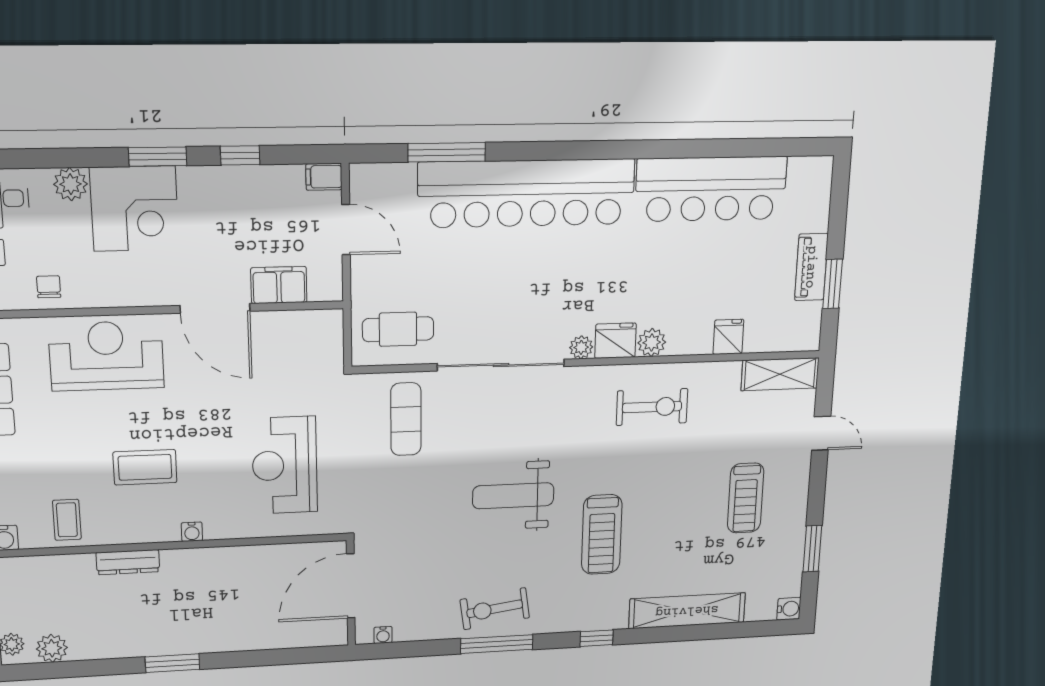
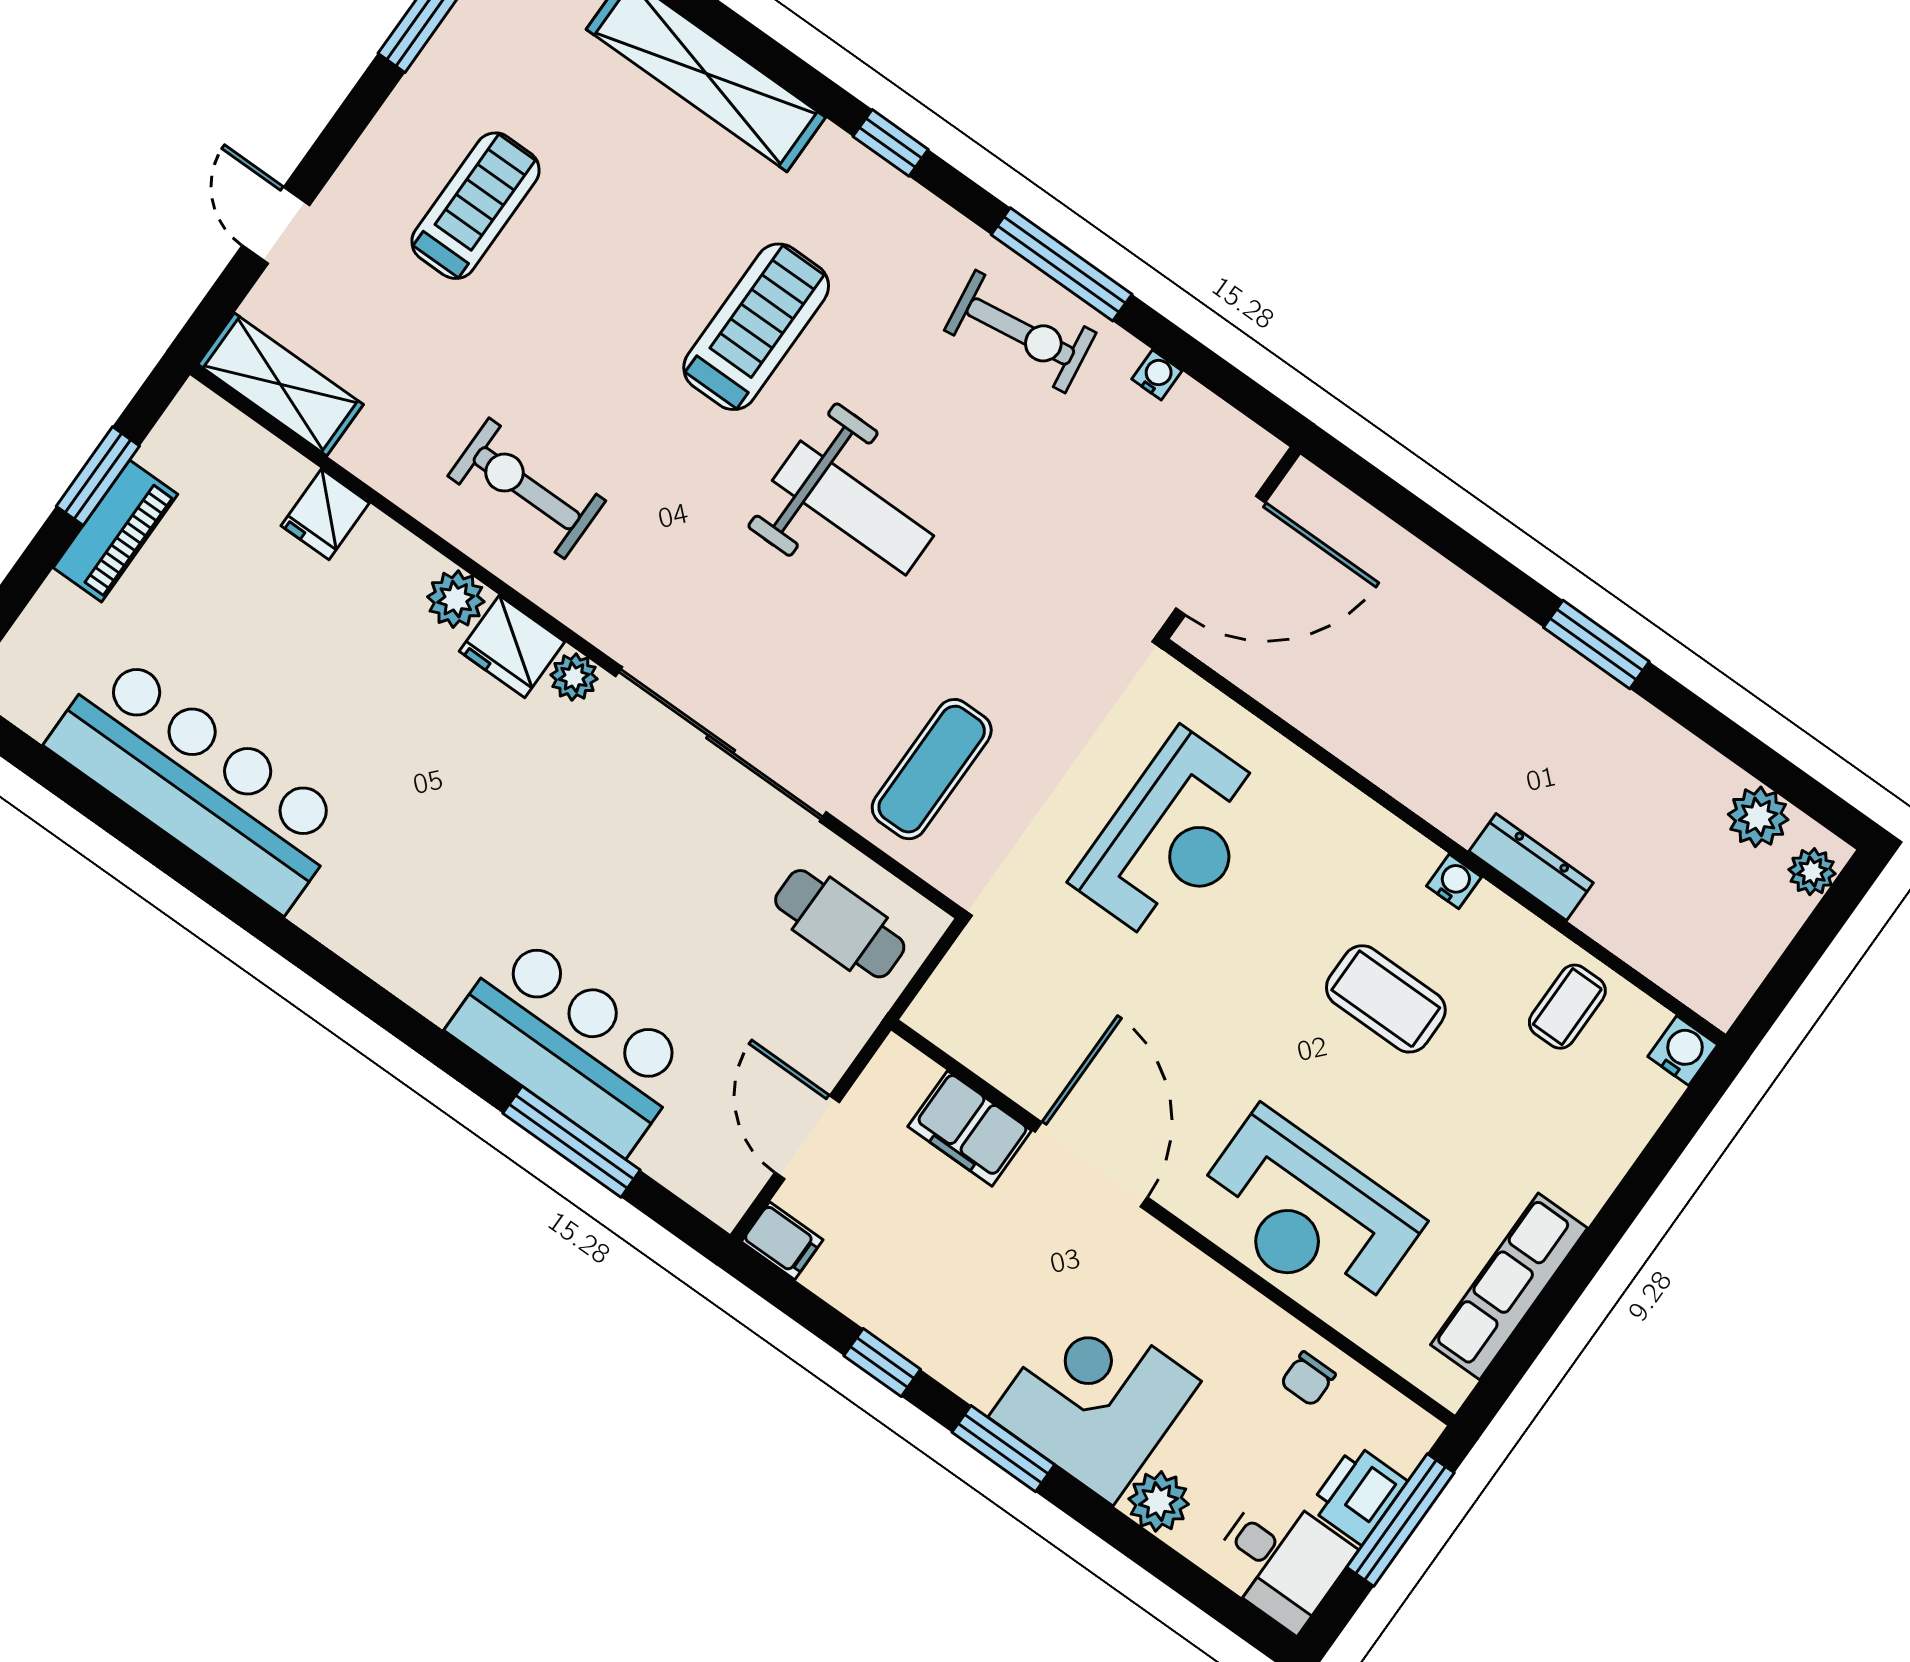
bar counter: (527, 193) -> (570, 1045), width x0.54
water cooler: (192, 532) -> (1454, 881), moved
water cooler: (383, 635) -> (1157, 375), moved

